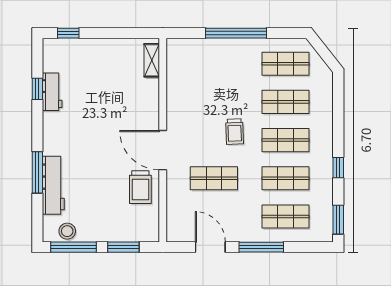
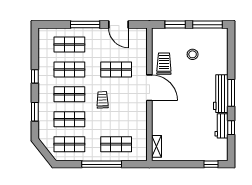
shop shelf: (214, 64) -> (116, 144), added
window: (37, 172) -> (231, 93), moved
workbench: (53, 185) -> (221, 94), moved
window: (338, 220) -> (35, 112), moved
stool: (67, 231) -> (193, 54), moved

